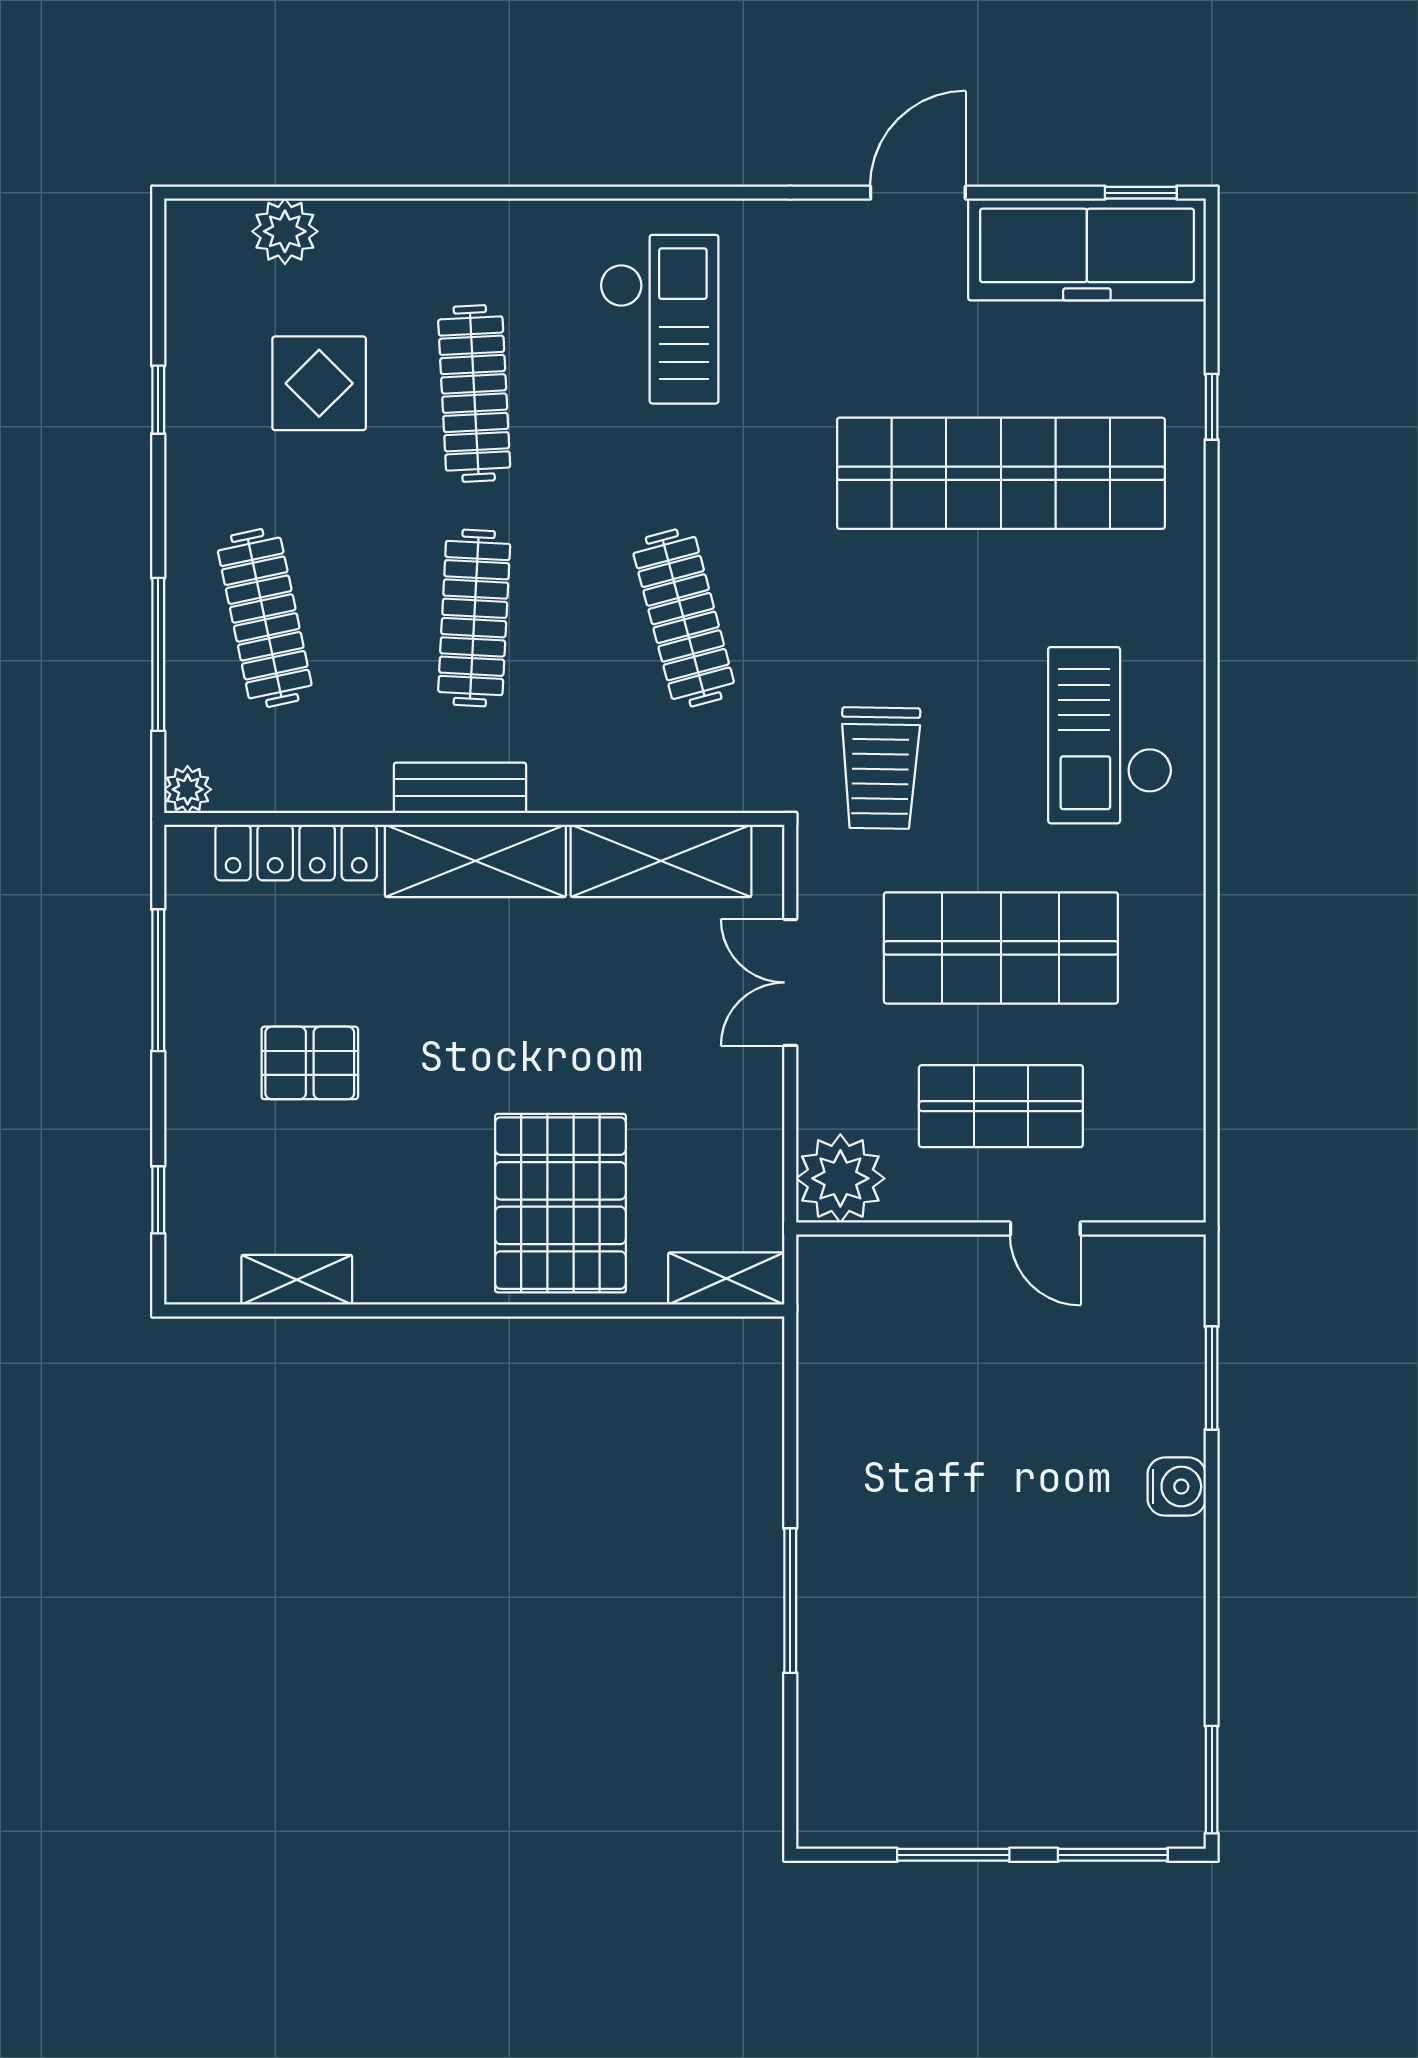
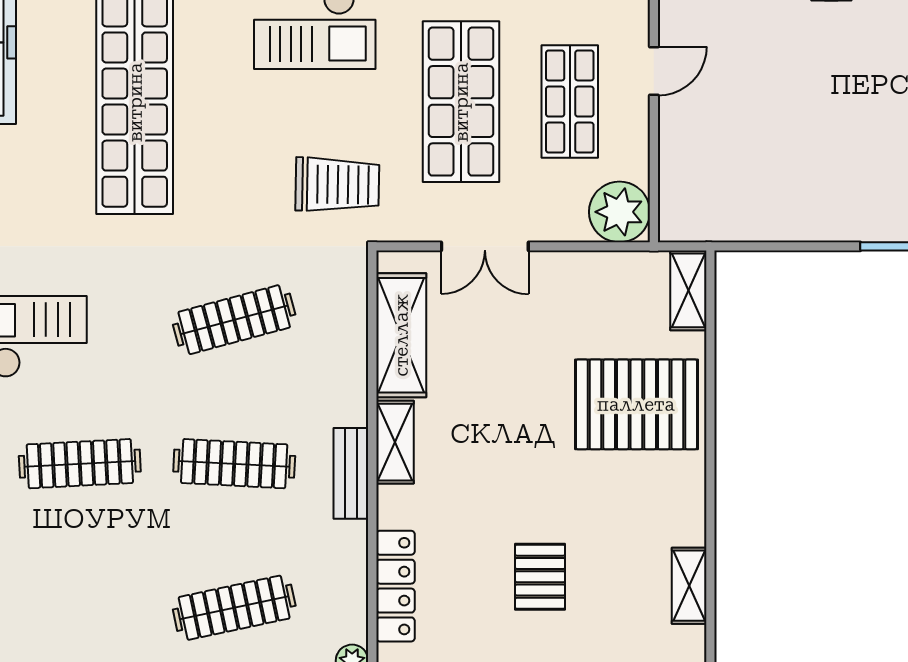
display table: (319, 383) -> (73, 570), removed
shelving: (475, 861) -> (395, 442), width x0.67, depth x0.75

